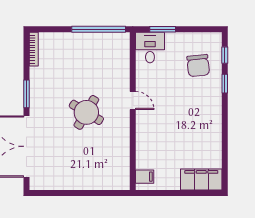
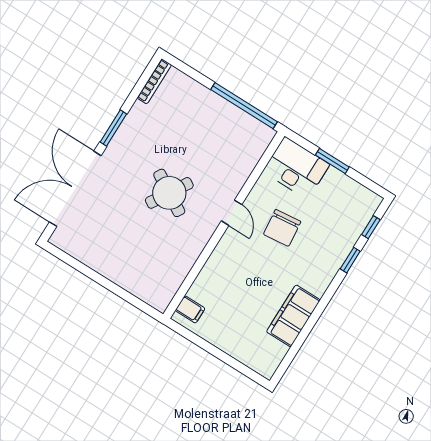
window: (163, 29) -> (332, 161), moved
desk: (150, 48) -> (296, 168), width x1.37
chair: (198, 66) -> (282, 228), moved
filing cabinet: (201, 179) -> (293, 316), moved, turned -90

